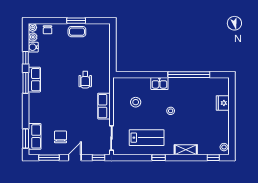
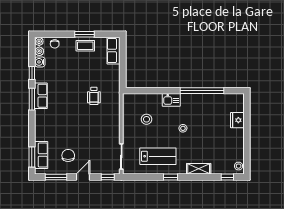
row of seats: (104, 106) -> (113, 51), moved

